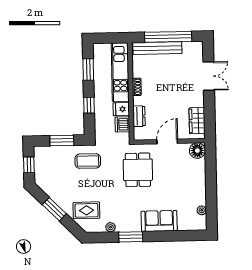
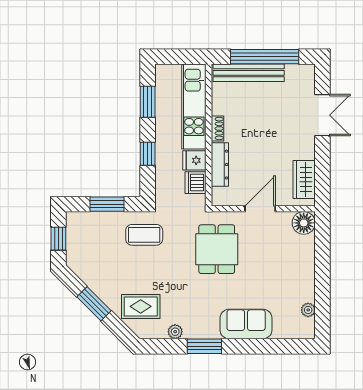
dresser: (139, 116) -> (220, 165), width x1.44

